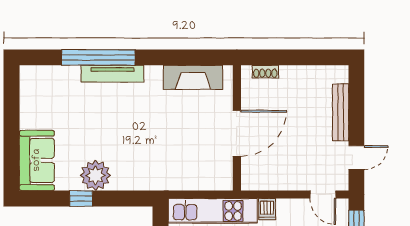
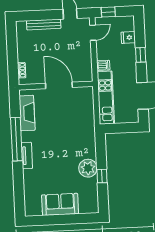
window: (98, 57) -> (16, 139), moved
tv unit: (112, 74) -> (27, 156), width x0.71
sofa: (37, 160) -> (60, 204), moved

